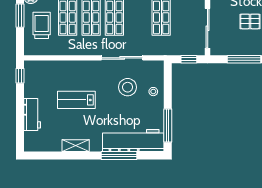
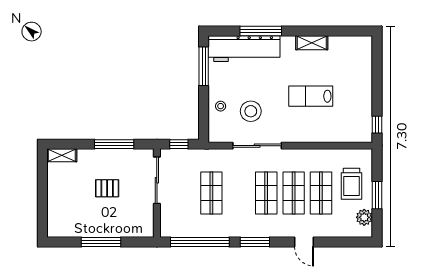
lab bench: (76, 100) -> (311, 96), turned 180
workbench: (32, 115) -> (363, 79), removed

